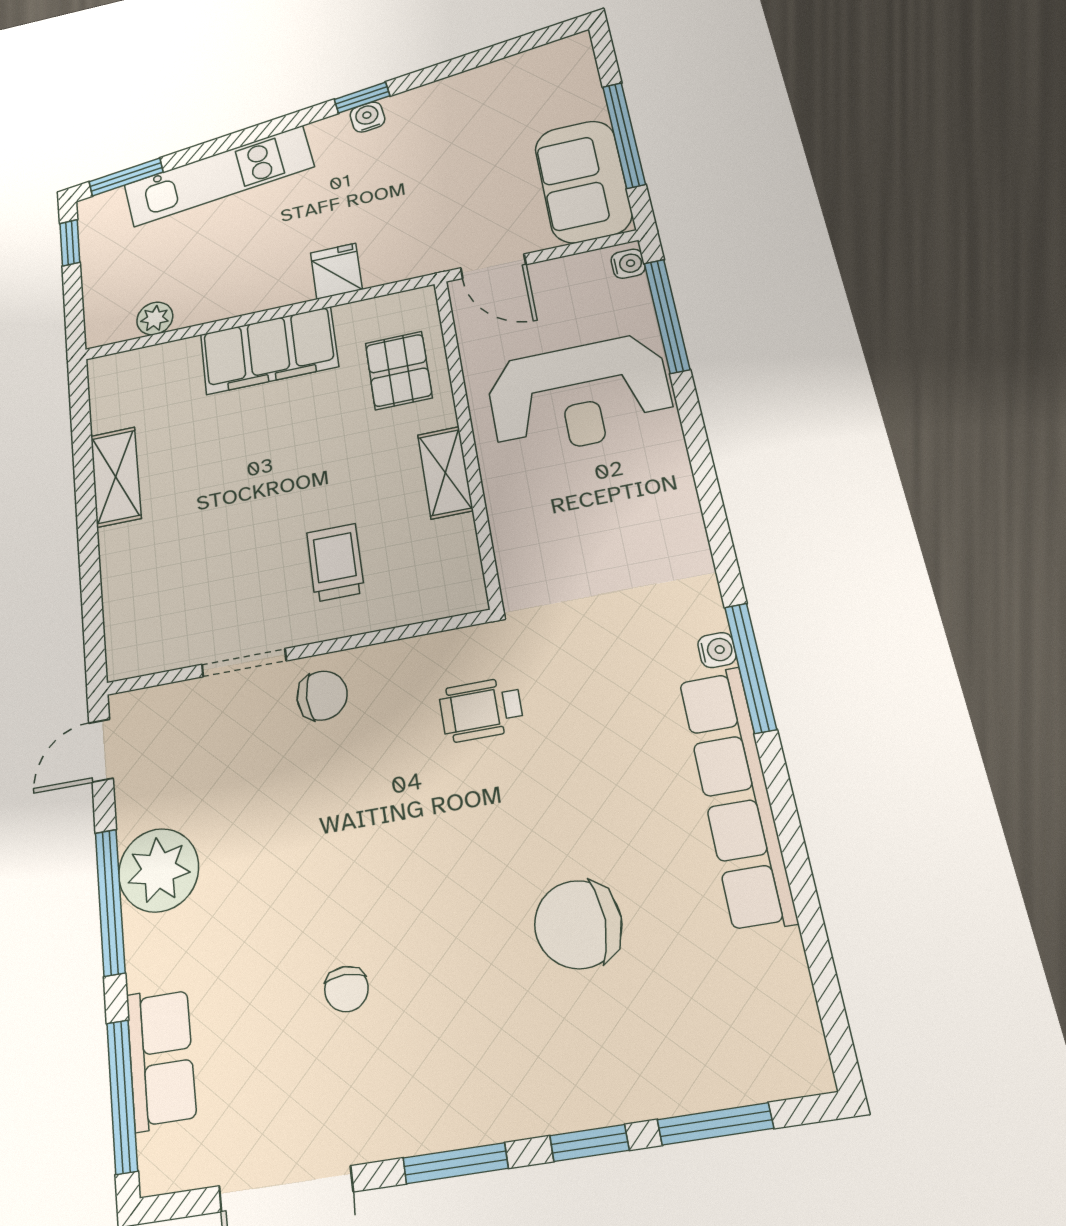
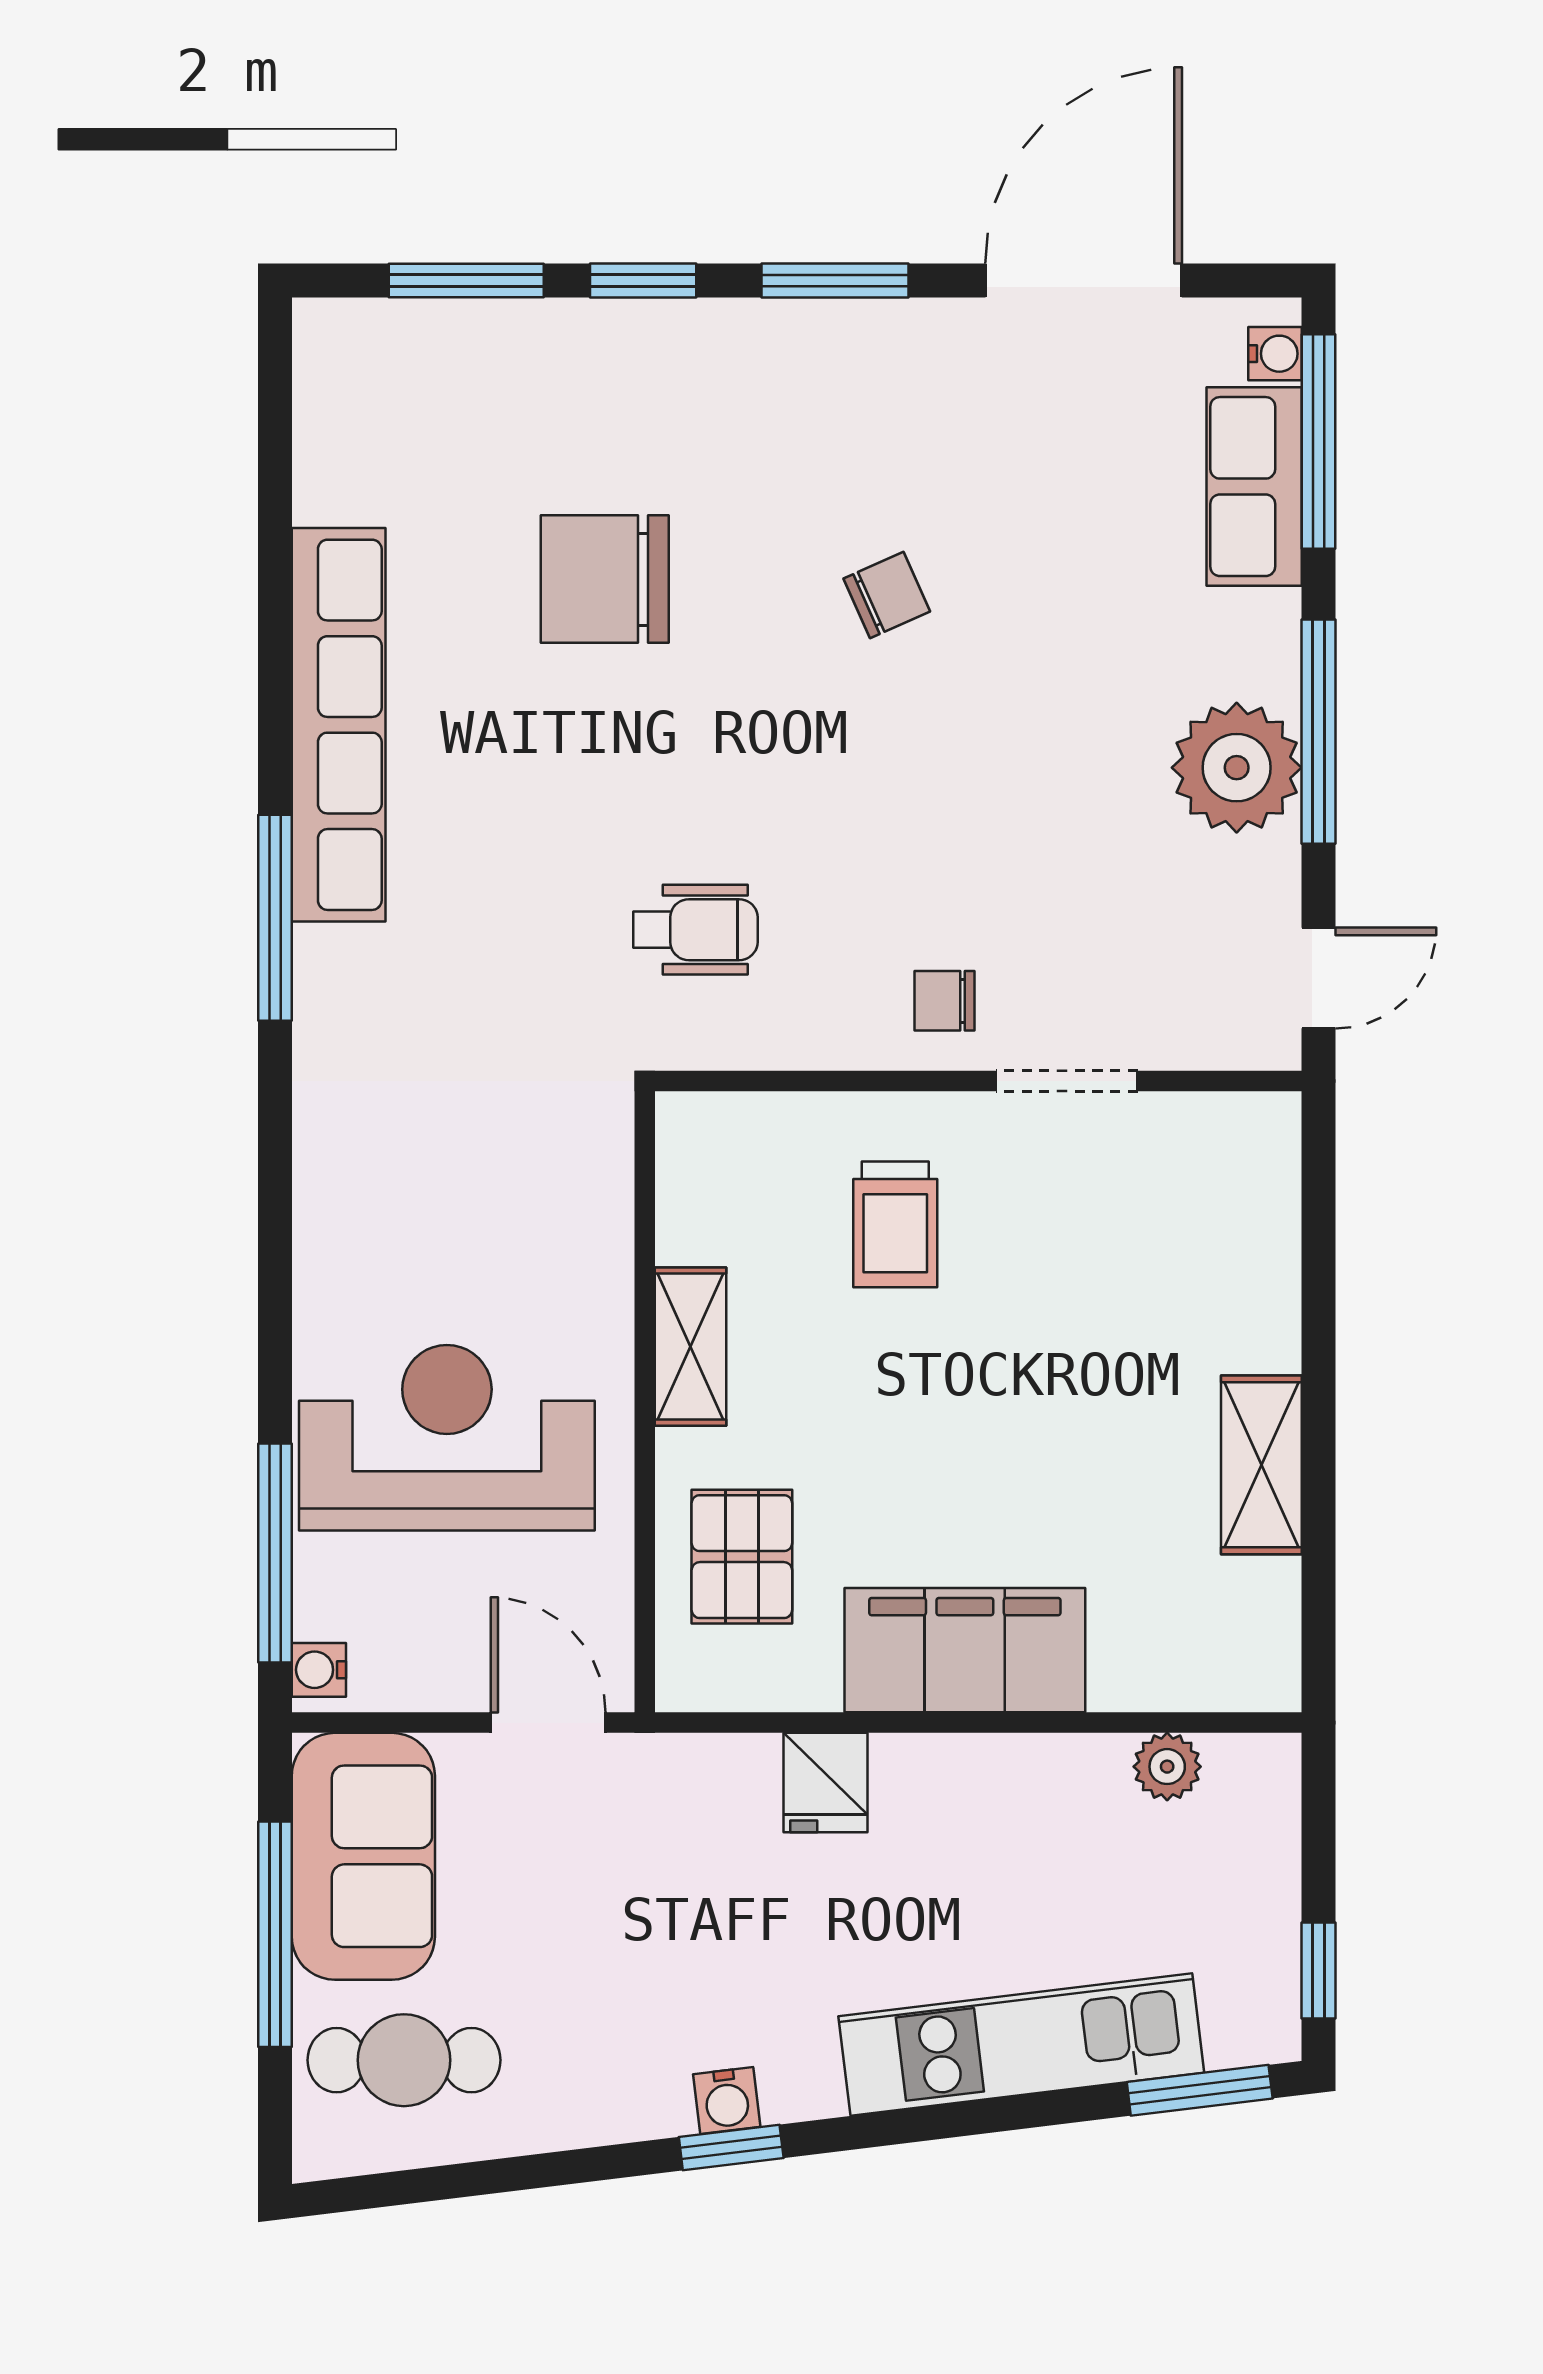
cafe table: (541, 95) -> (404, 2060), added
water cooler: (717, 650) -> (1275, 354), moved, turned 180
chair: (322, 696) -> (944, 1001), width x0.73, depth x0.73
chair: (578, 924) -> (605, 579), turned 180
chair: (346, 989) -> (887, 595), moved, turned 66

